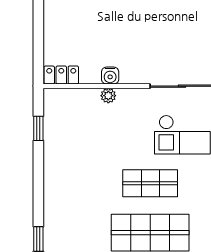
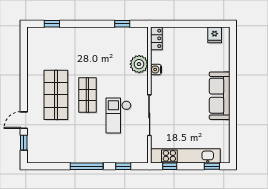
plant: (108, 96) -> (139, 64), width x1.88, depth x1.88

